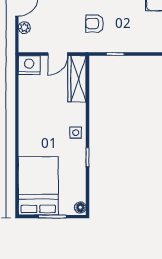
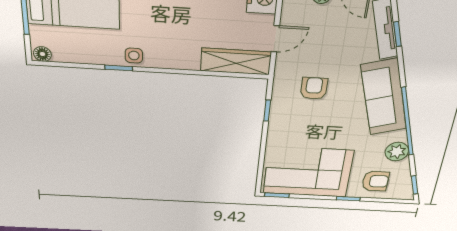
door: (58, 54) -> (275, 39), swing flipped
side table: (76, 133) -> (134, 56), moved

